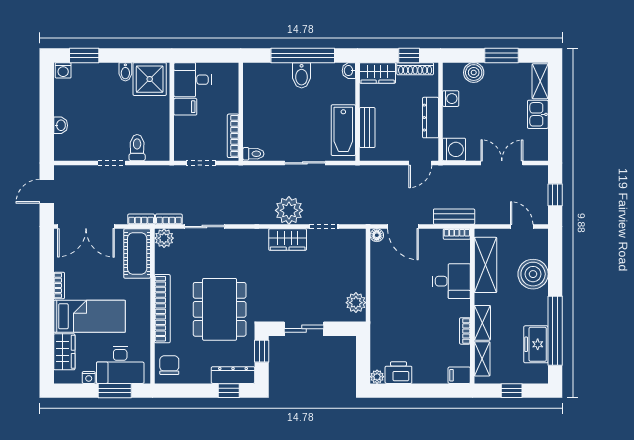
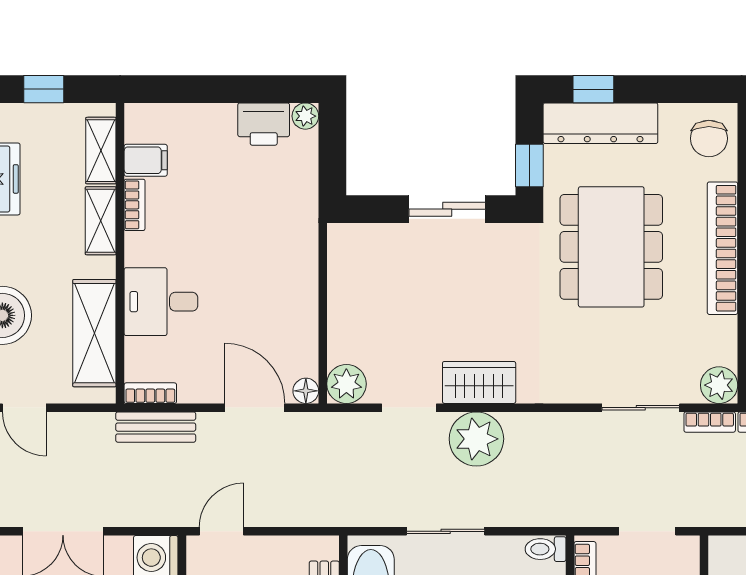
plant: (356, 303) -> (346, 384), moved
dresser: (233, 375) -> (600, 123), width x1.37, depth x1.24
filing cabinet: (459, 375) -> (146, 160), moved

